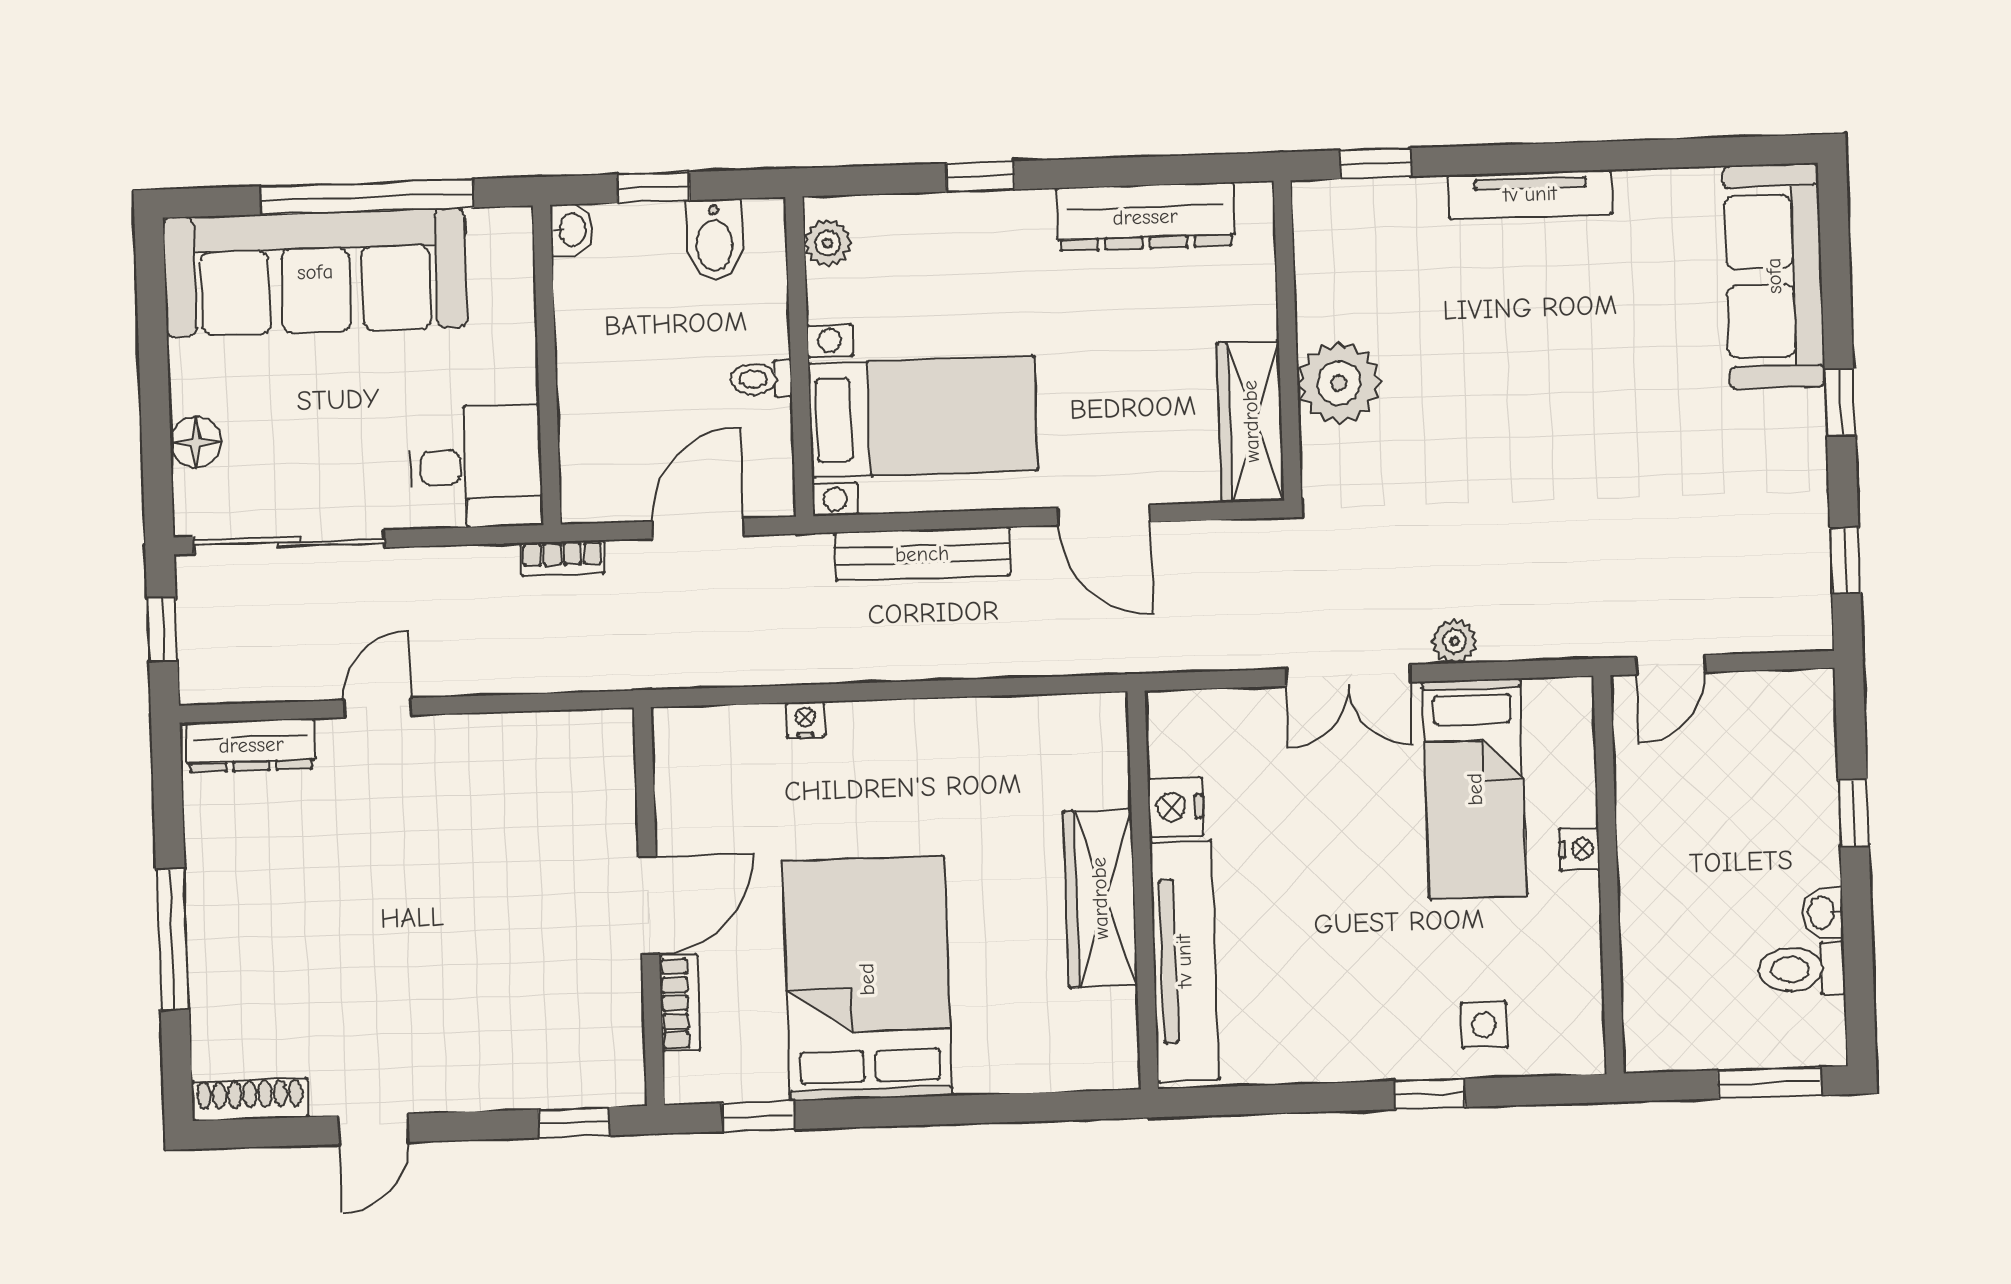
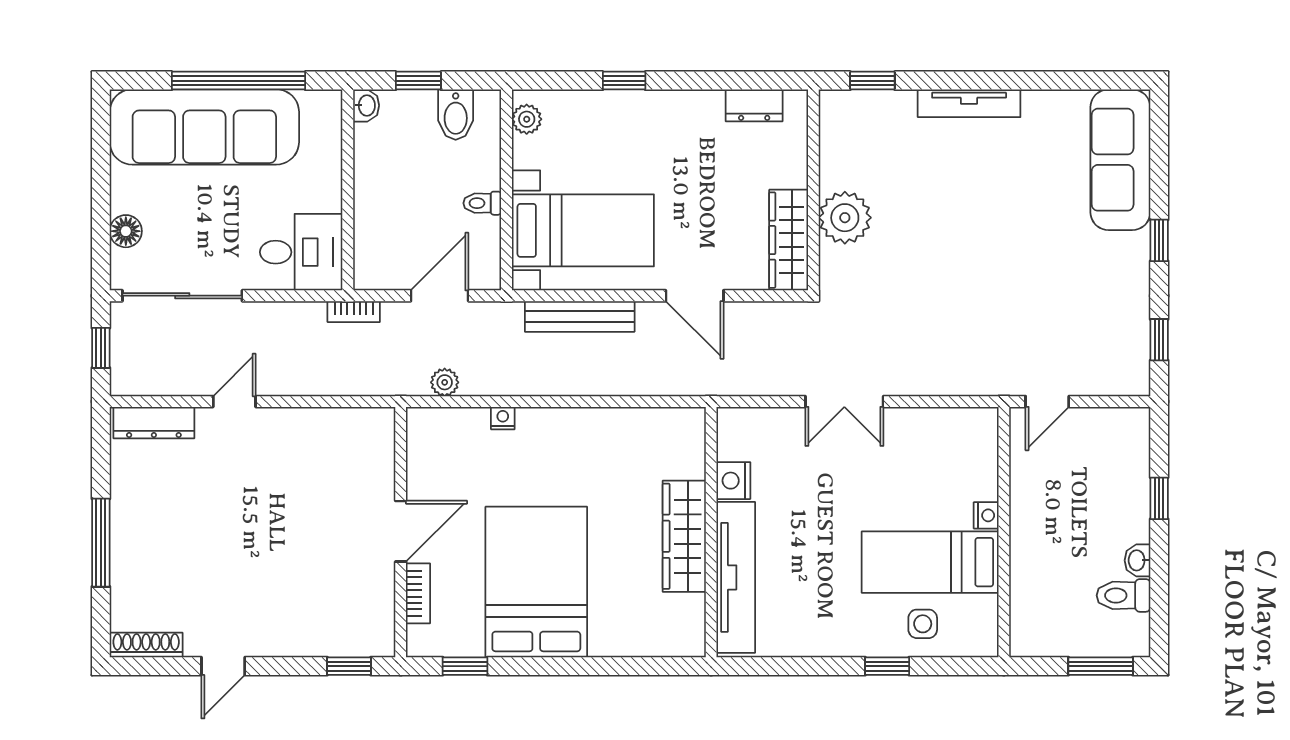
dresser: (1145, 217) -> (754, 105), width x0.51, depth x0.80
plant: (1455, 641) -> (445, 382), moved
bed: (1475, 789) -> (930, 562), moved, turned 90

